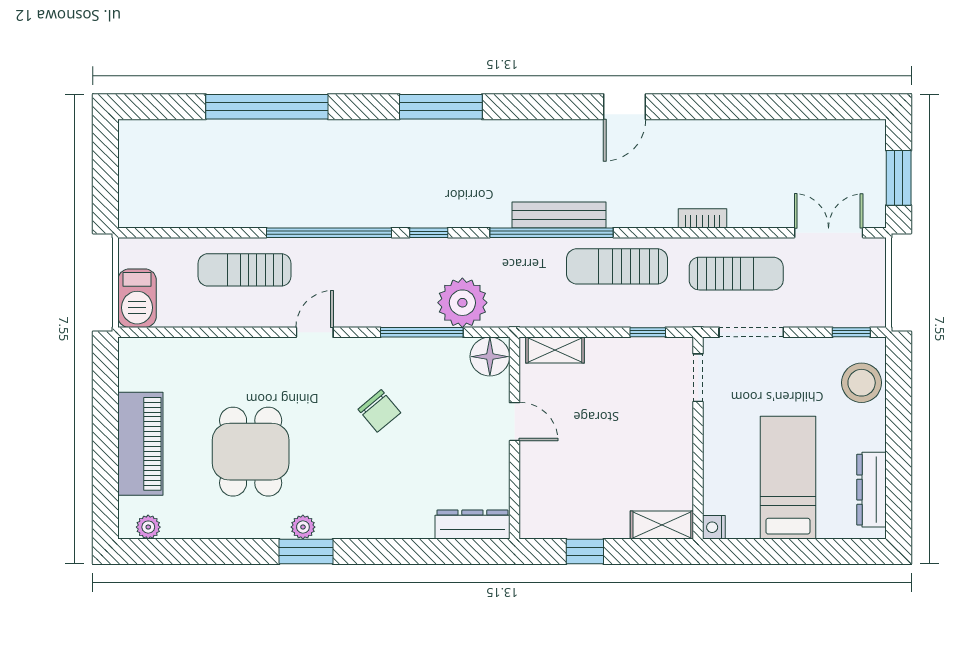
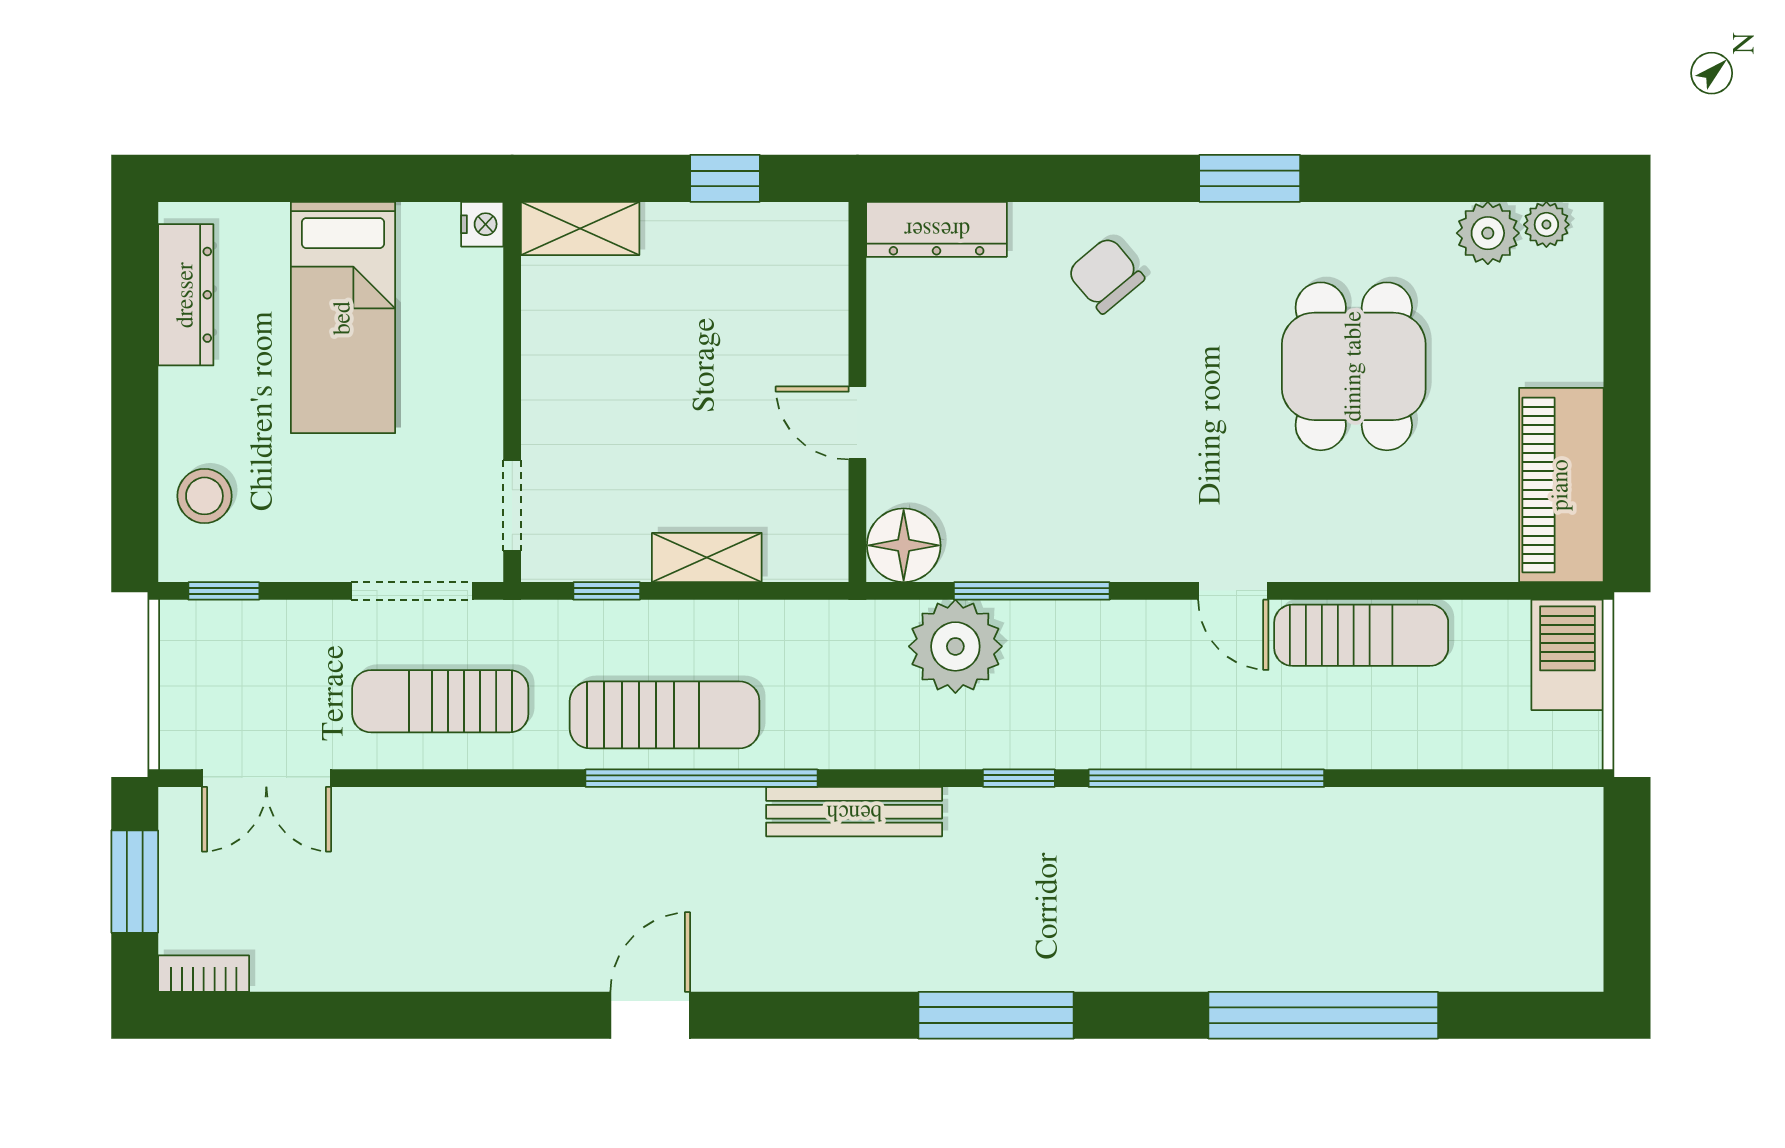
bench: (559, 215) -> (854, 812), moved
bookcase: (702, 218) -> (204, 974), moved, turned 180
window: (551, 233) -> (702, 778), moved
sun lounger: (245, 270) -> (1361, 635), moved
door: (315, 332) -> (1233, 591), hinge flipped
shelving: (555, 350) -> (707, 557), moved
stool: (862, 383) -> (204, 496), width x0.73, depth x0.73
chair: (379, 411) -> (1106, 275), moved
piano: (140, 444) -> (1561, 485), moved
plant: (303, 527) -> (1488, 233), moved, width x1.38, depth x1.38

